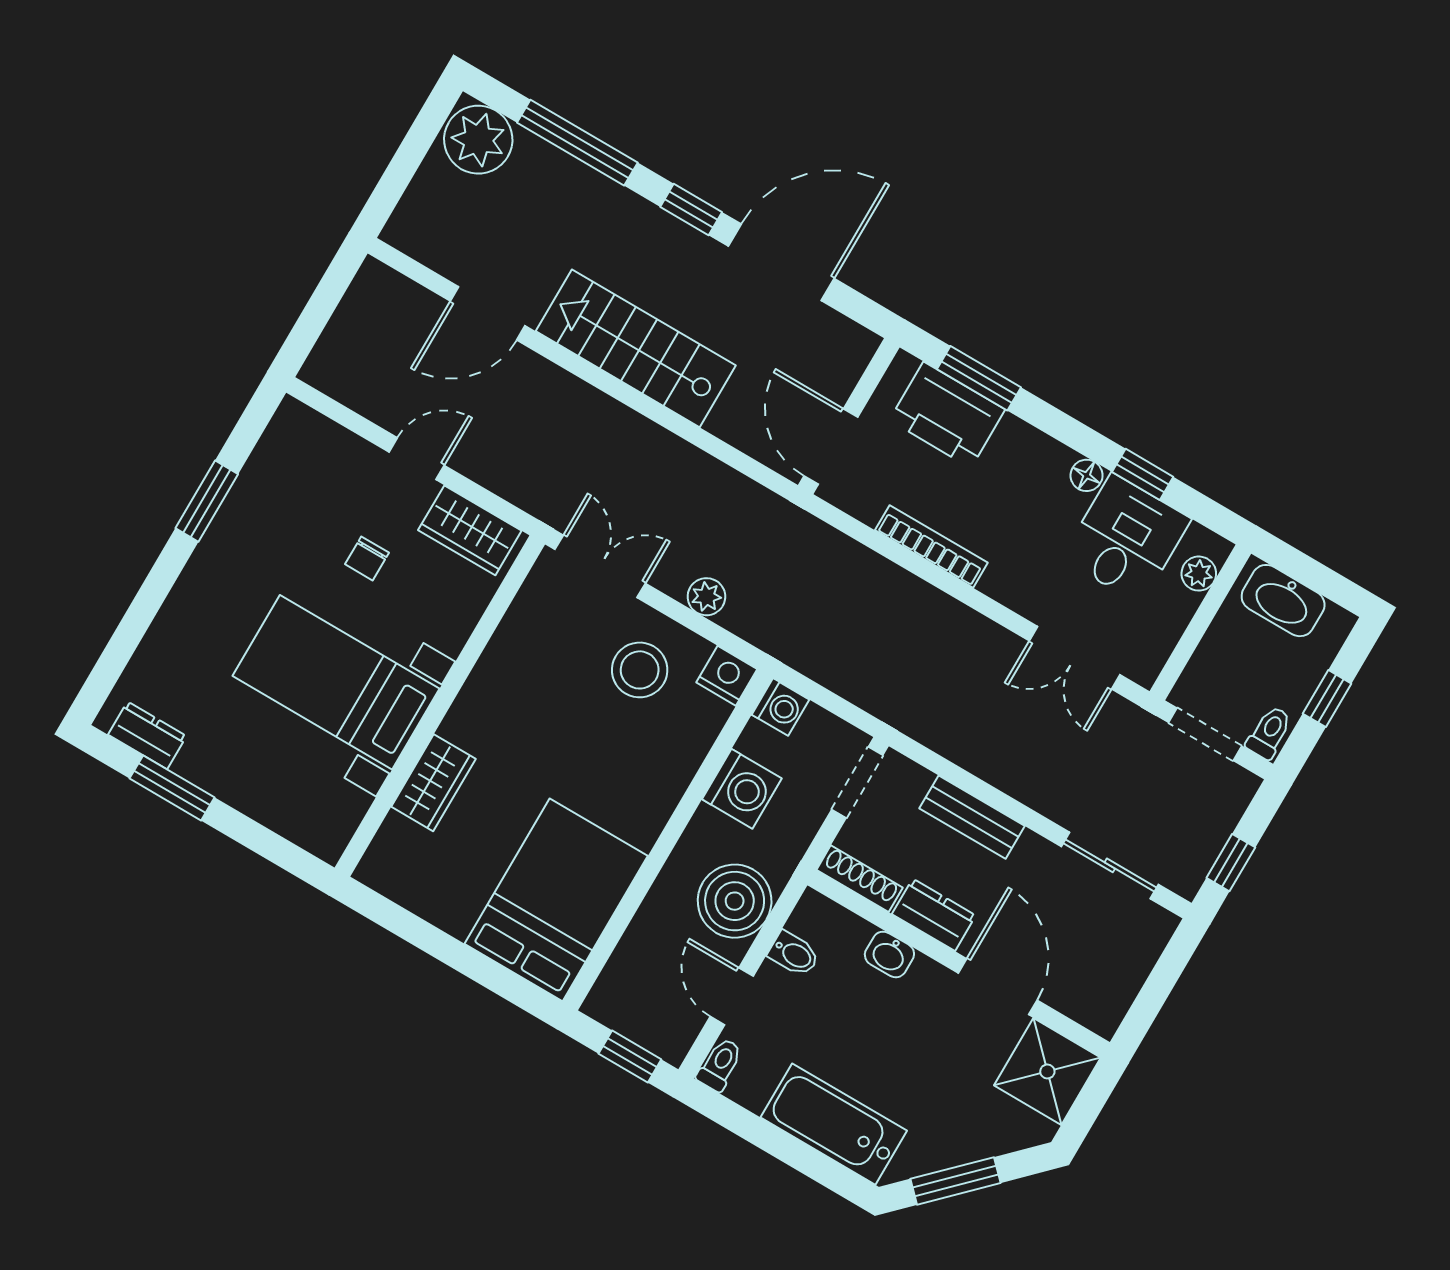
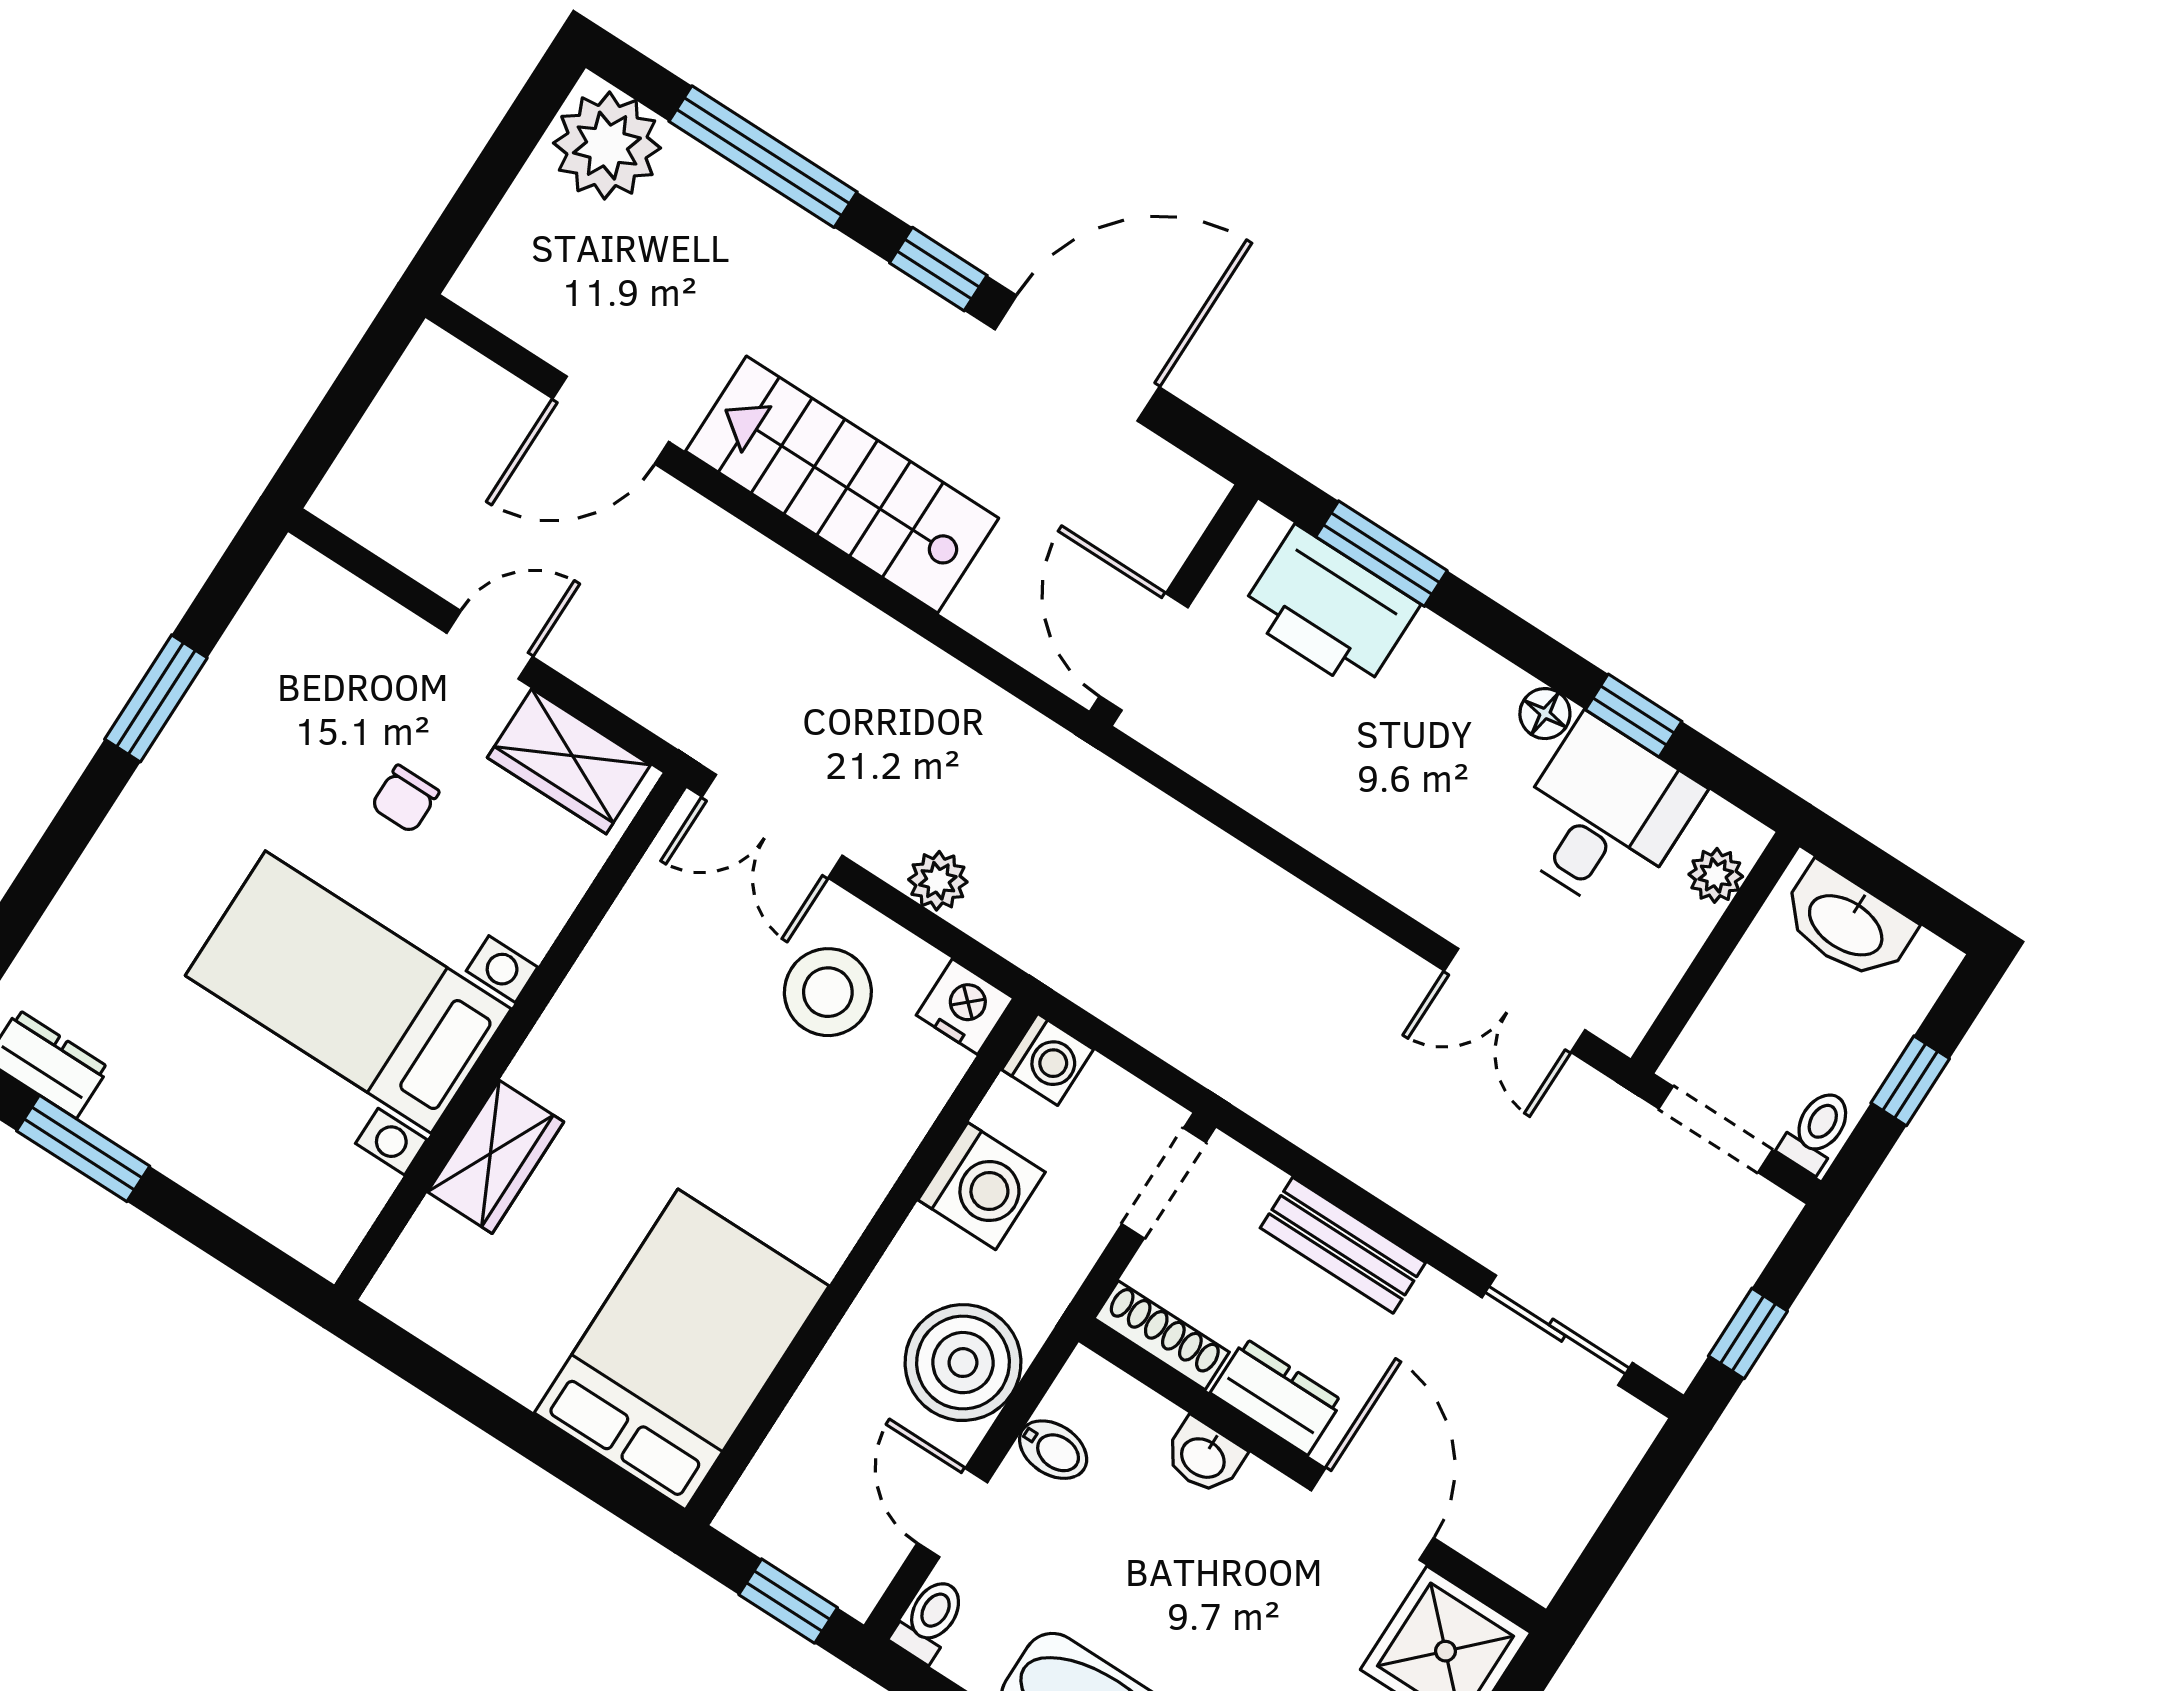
bookcase: (931, 546) -> (1296, 816), removed
double door: (600, 566) -> (772, 826), swing flipped

